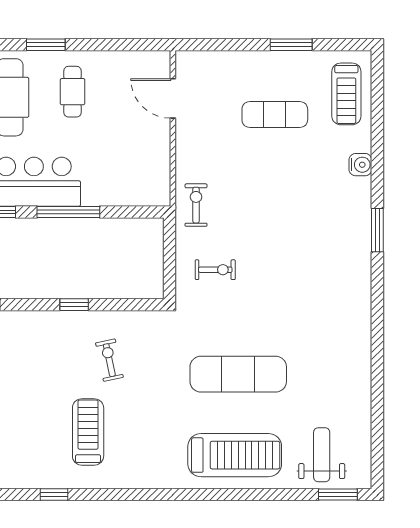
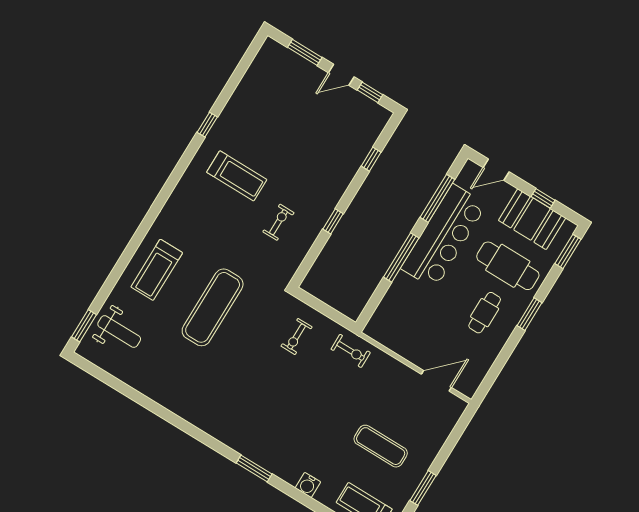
cafe table: (72, 92) -> (485, 313), turned 90
exercise mat: (275, 114) -> (381, 446), turned 90
exercise bike: (109, 360) -> (278, 222), turned -78
treadmill: (235, 455) -> (157, 270), width x0.73, depth x0.73

